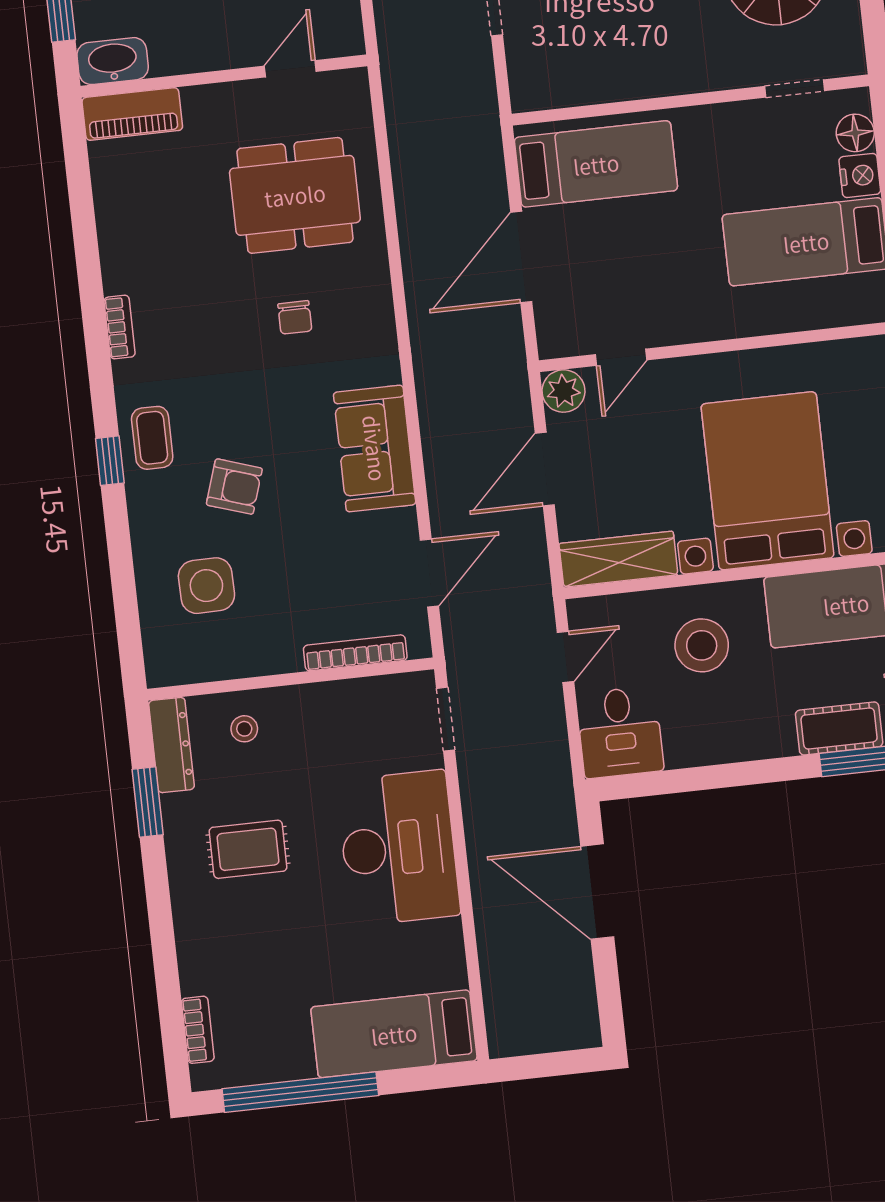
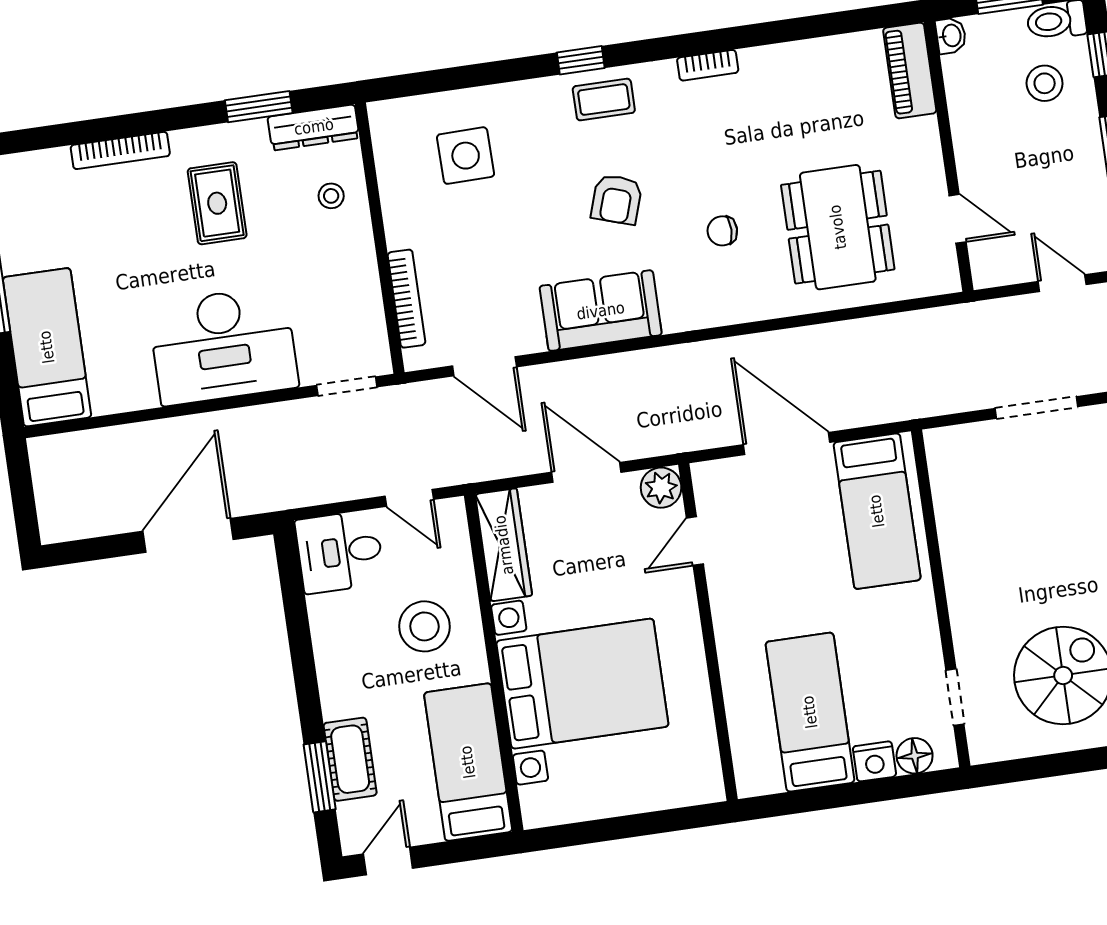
washbasin: (113, 61) -> (951, 36), width x0.52, depth x0.69
door: (621, 357) -> (695, 541), hinge flipped
armchair: (234, 487) -> (617, 199), moved
bookcase: (198, 1030) -> (120, 150), moved, width x1.56

